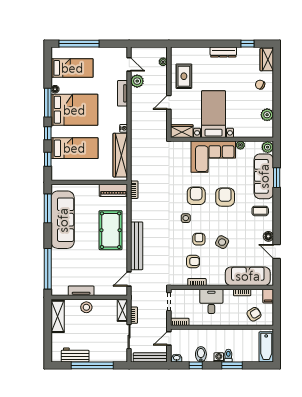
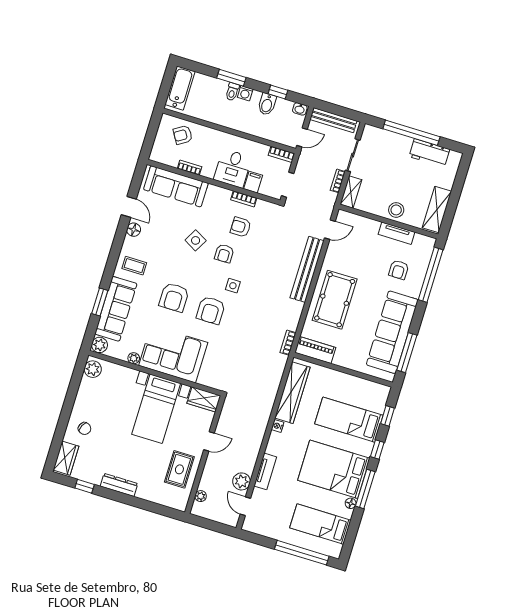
plant: (267, 115) -> (93, 369), moved
armchair: (72, 265) -> (399, 270), added
filing cabinet: (268, 296) -> (253, 182), moved

